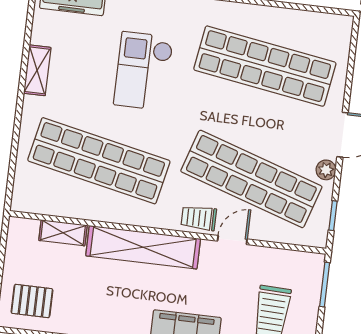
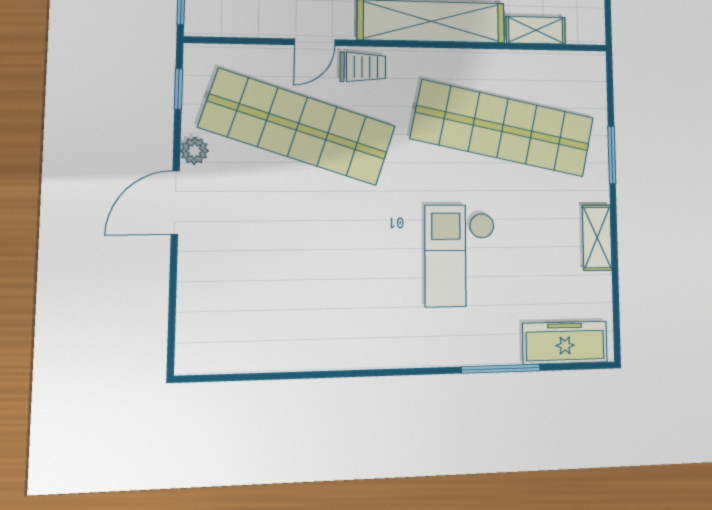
shop shelf: (265, 66) -> (295, 285), removed
checkout: (143, 71) -> (460, 255), turned 180
window: (17, 131) -> (612, 155), added

